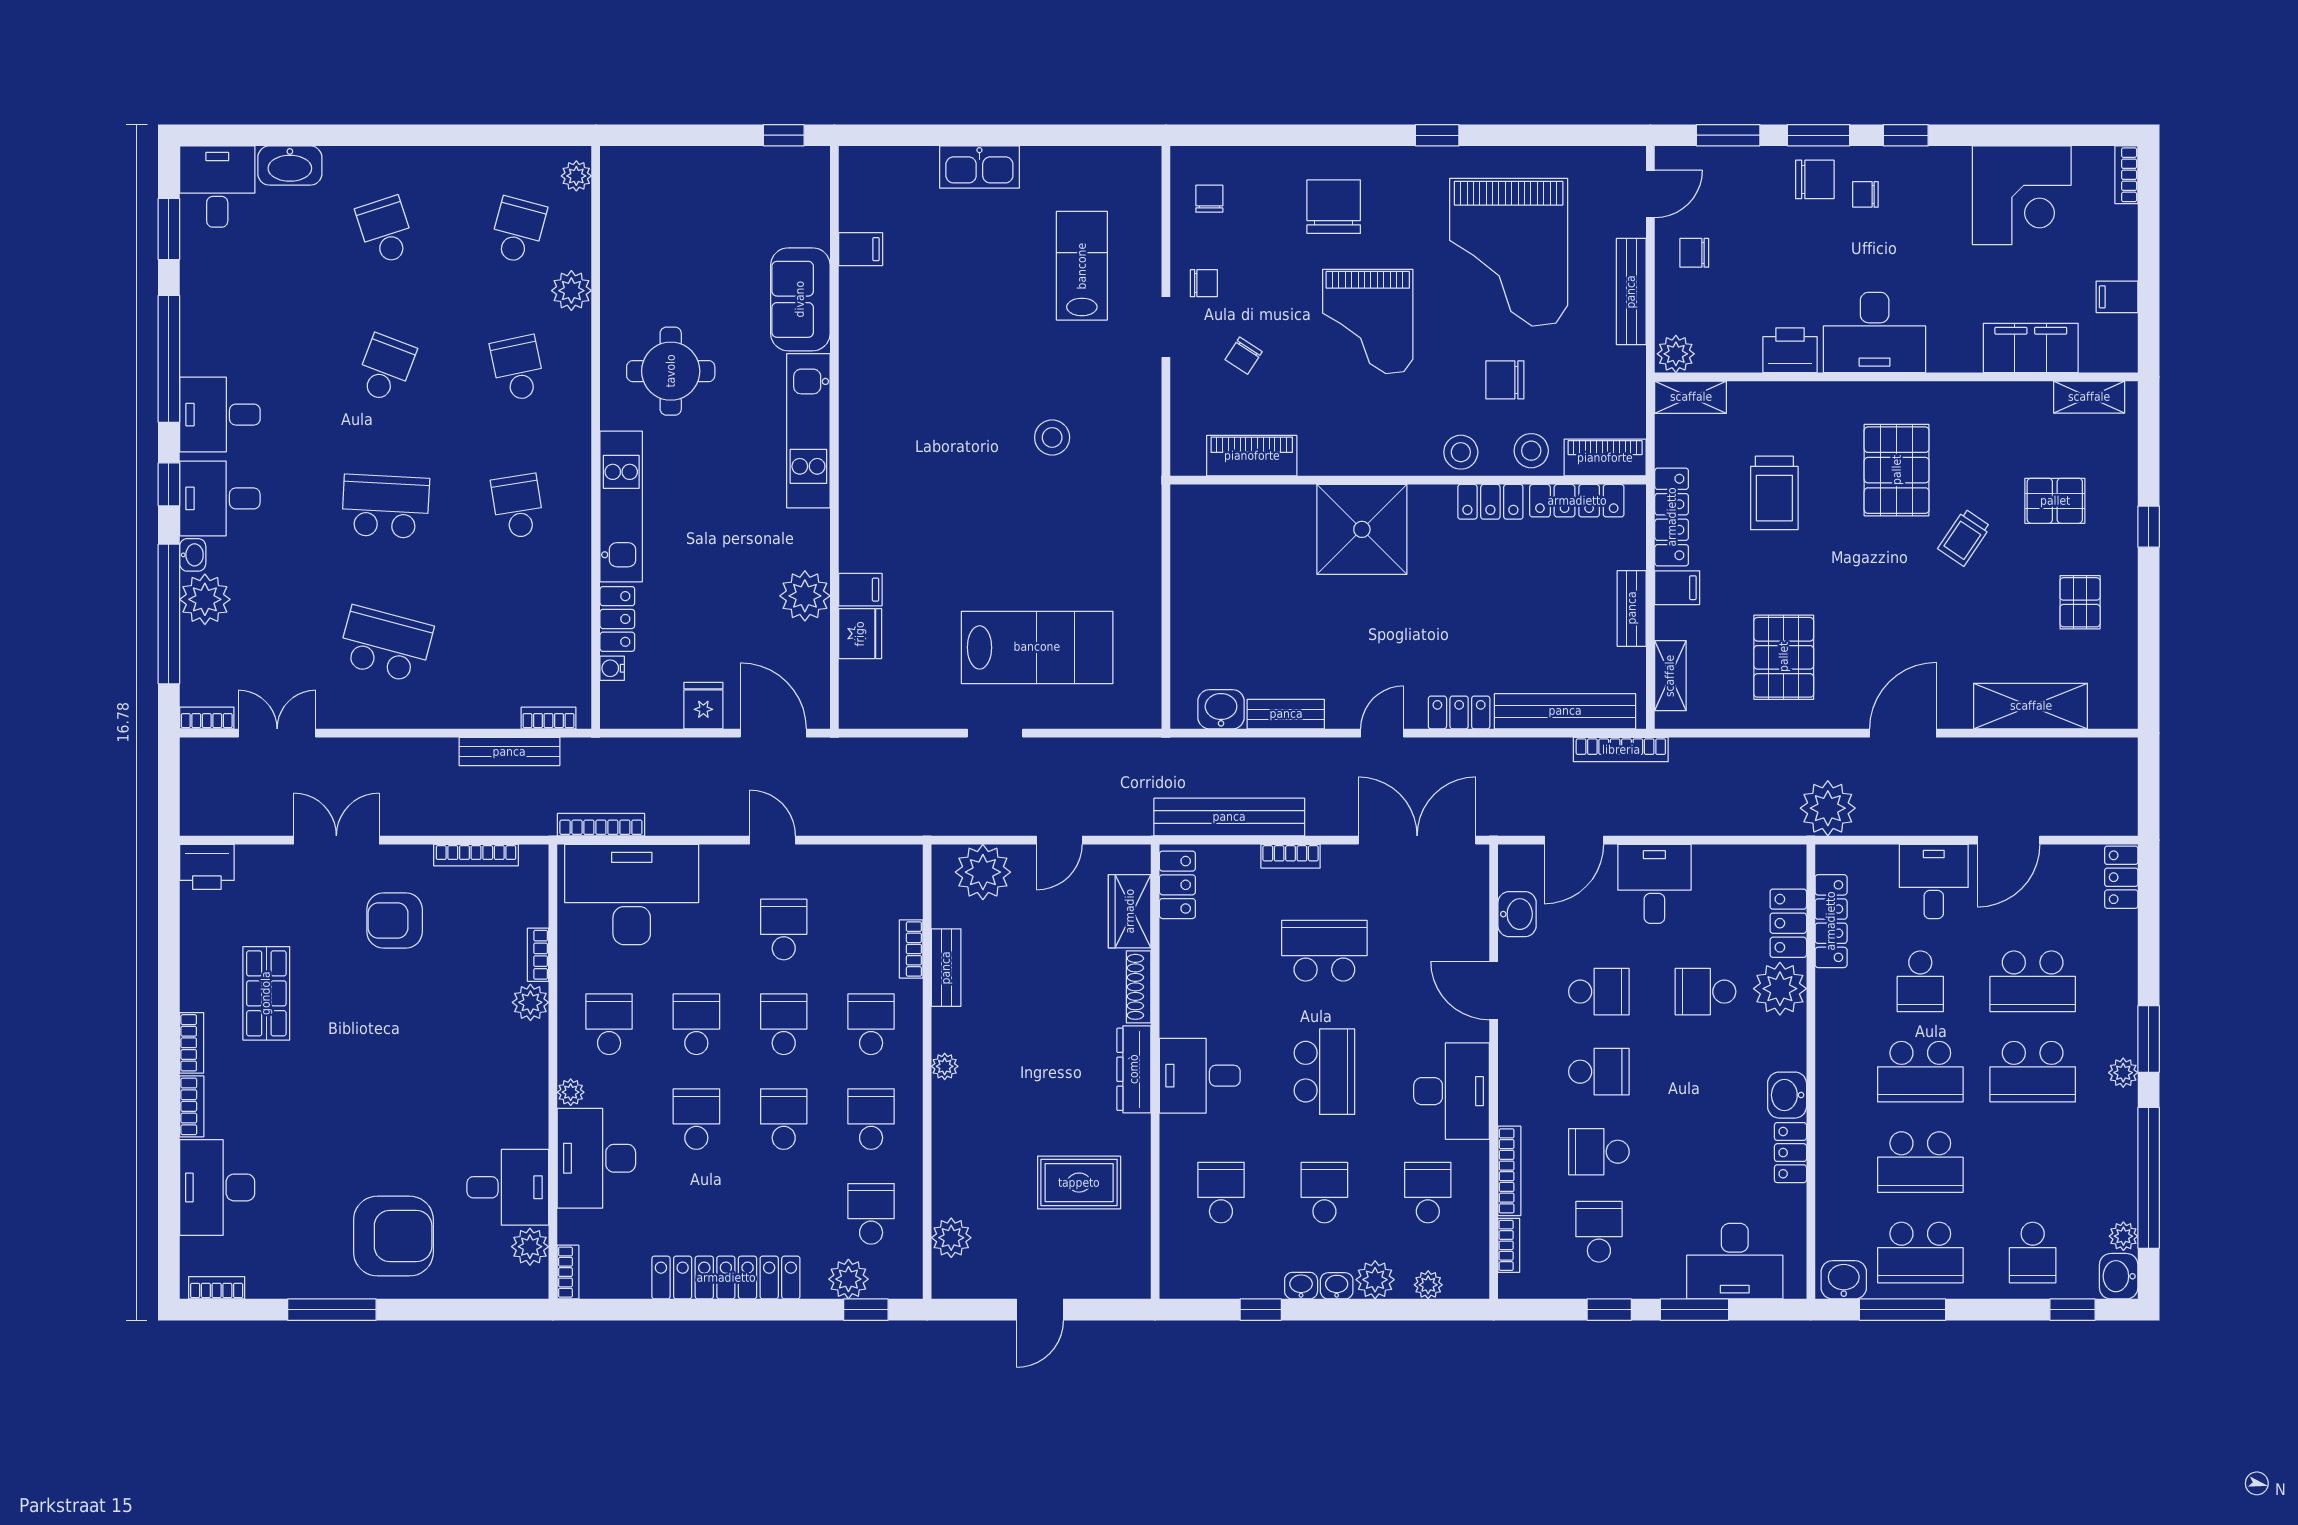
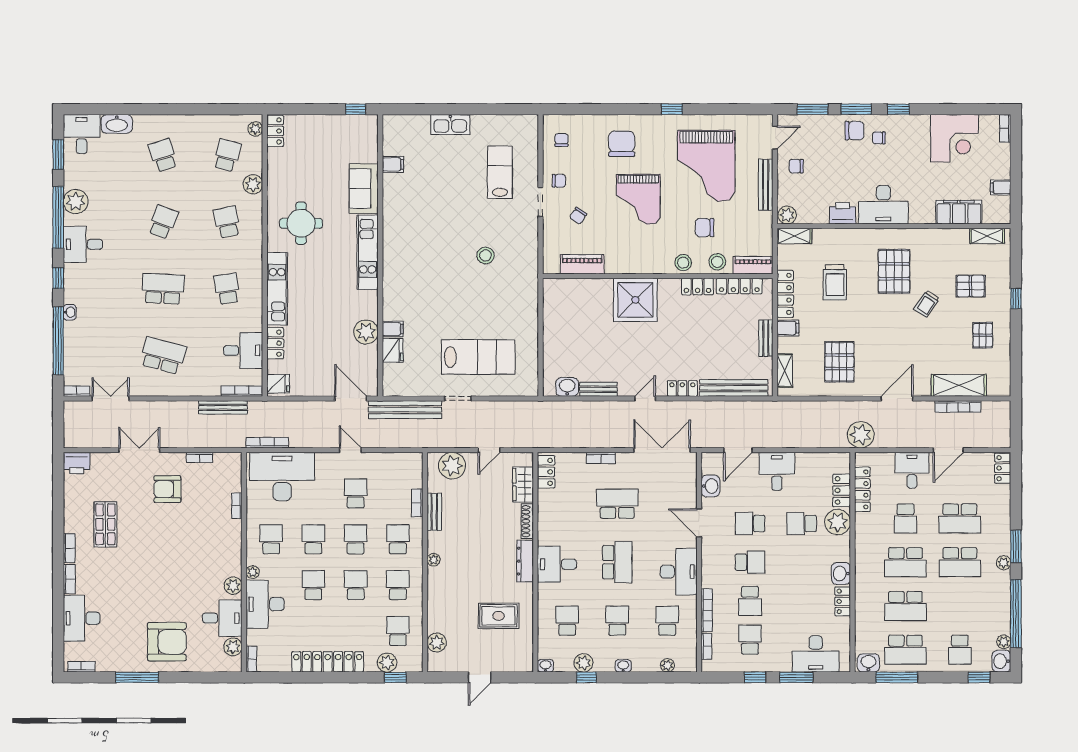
locker: (617, 180) -> (275, 131), added
desk: (220, 498) -> (243, 351), moved, turned 180
plant: (205, 599) -> (76, 201), moved
water cooler: (612, 668) -> (273, 367), removed
fridge: (703, 706) -> (278, 384), moved, turned 90
bookcase: (548, 718) -> (242, 391), width x1.56
bookcase: (1621, 750) -> (958, 406), moved
bench: (1229, 817) -> (405, 410), moved
bookcase: (476, 855) -> (199, 457), width x0.64
school desk: (1599, 992) -> (750, 523), turned 180
plant: (530, 1002) -> (233, 586), moved
school desk: (1599, 1152) -> (750, 601), turned -90
plant: (1375, 1280) -> (584, 663), moved
washbasin: (1301, 1286) -> (545, 666), moved

